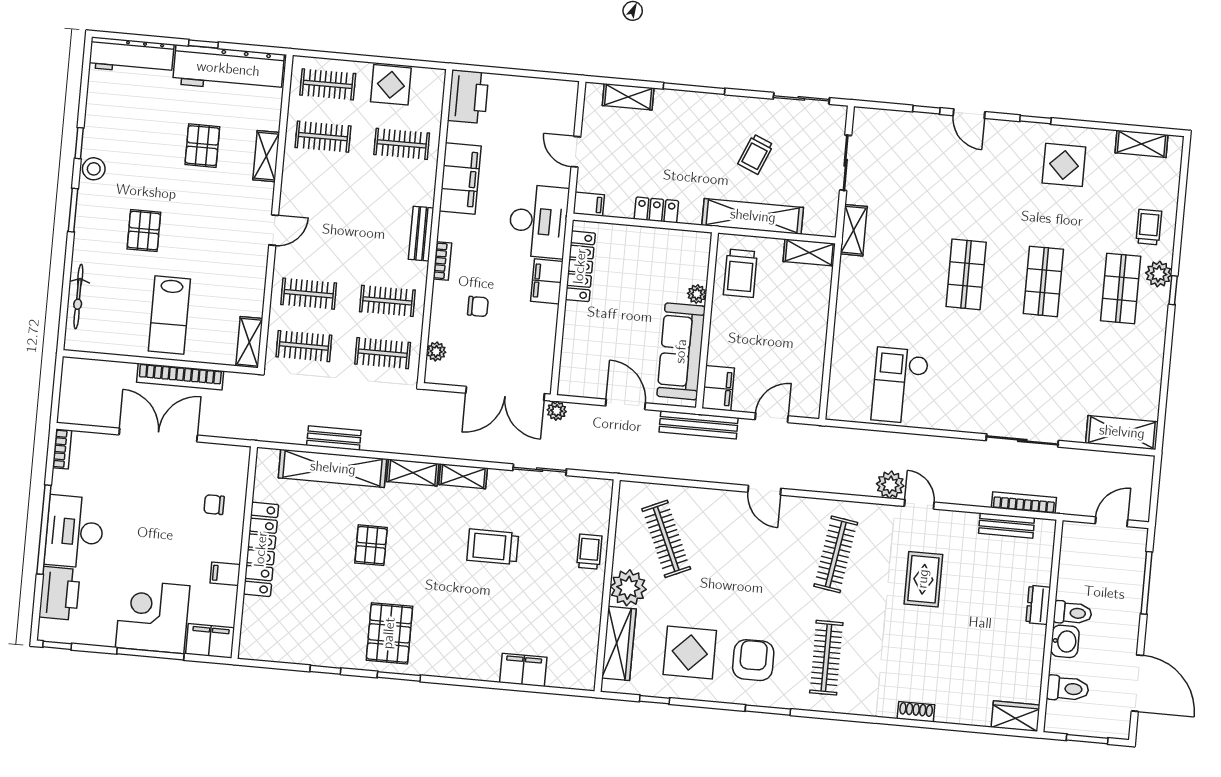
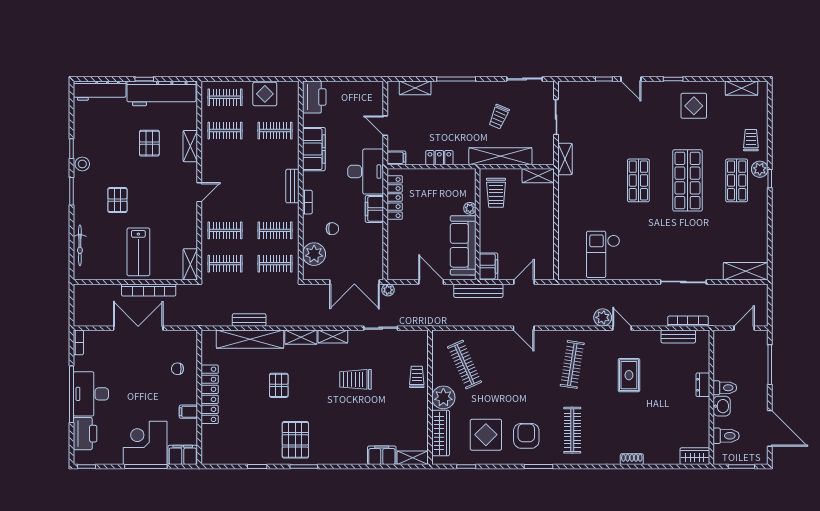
shop shelf: (1043, 281) -> (687, 180), width x1.43, depth x1.36
plant: (436, 351) -> (314, 254), width x1.88, depth x1.88
shelving: (571, 678) -> (413, 458), added

